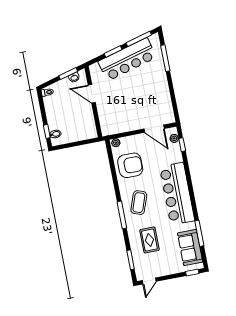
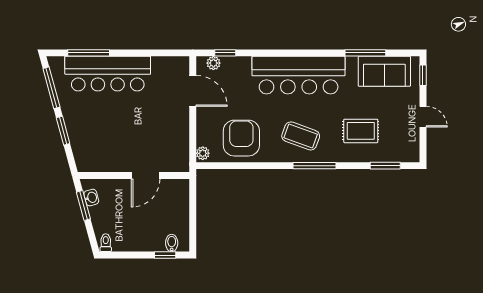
bar counter: (127, 59) -> (108, 74), moved, turned 105
door: (92, 94) -> (146, 176), moved
door: (154, 129) -> (193, 91), hinge flipped
door: (149, 281) -> (423, 117), moved

